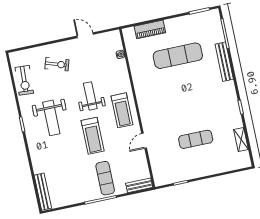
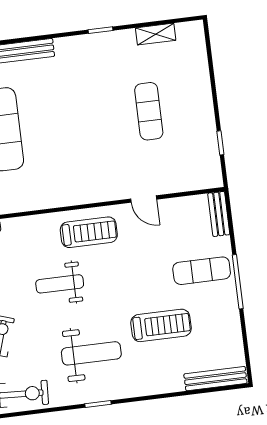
treadmill: (93, 136) -> (161, 325), moved

